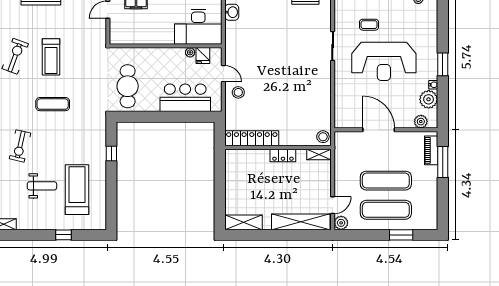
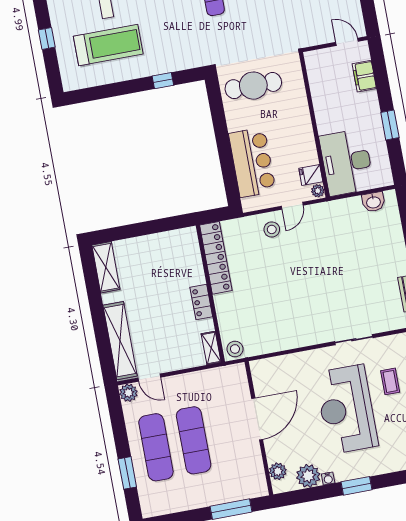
plant: (190, 52) -> (318, 191), moved
piano: (431, 150) -> (243, 491), removed

